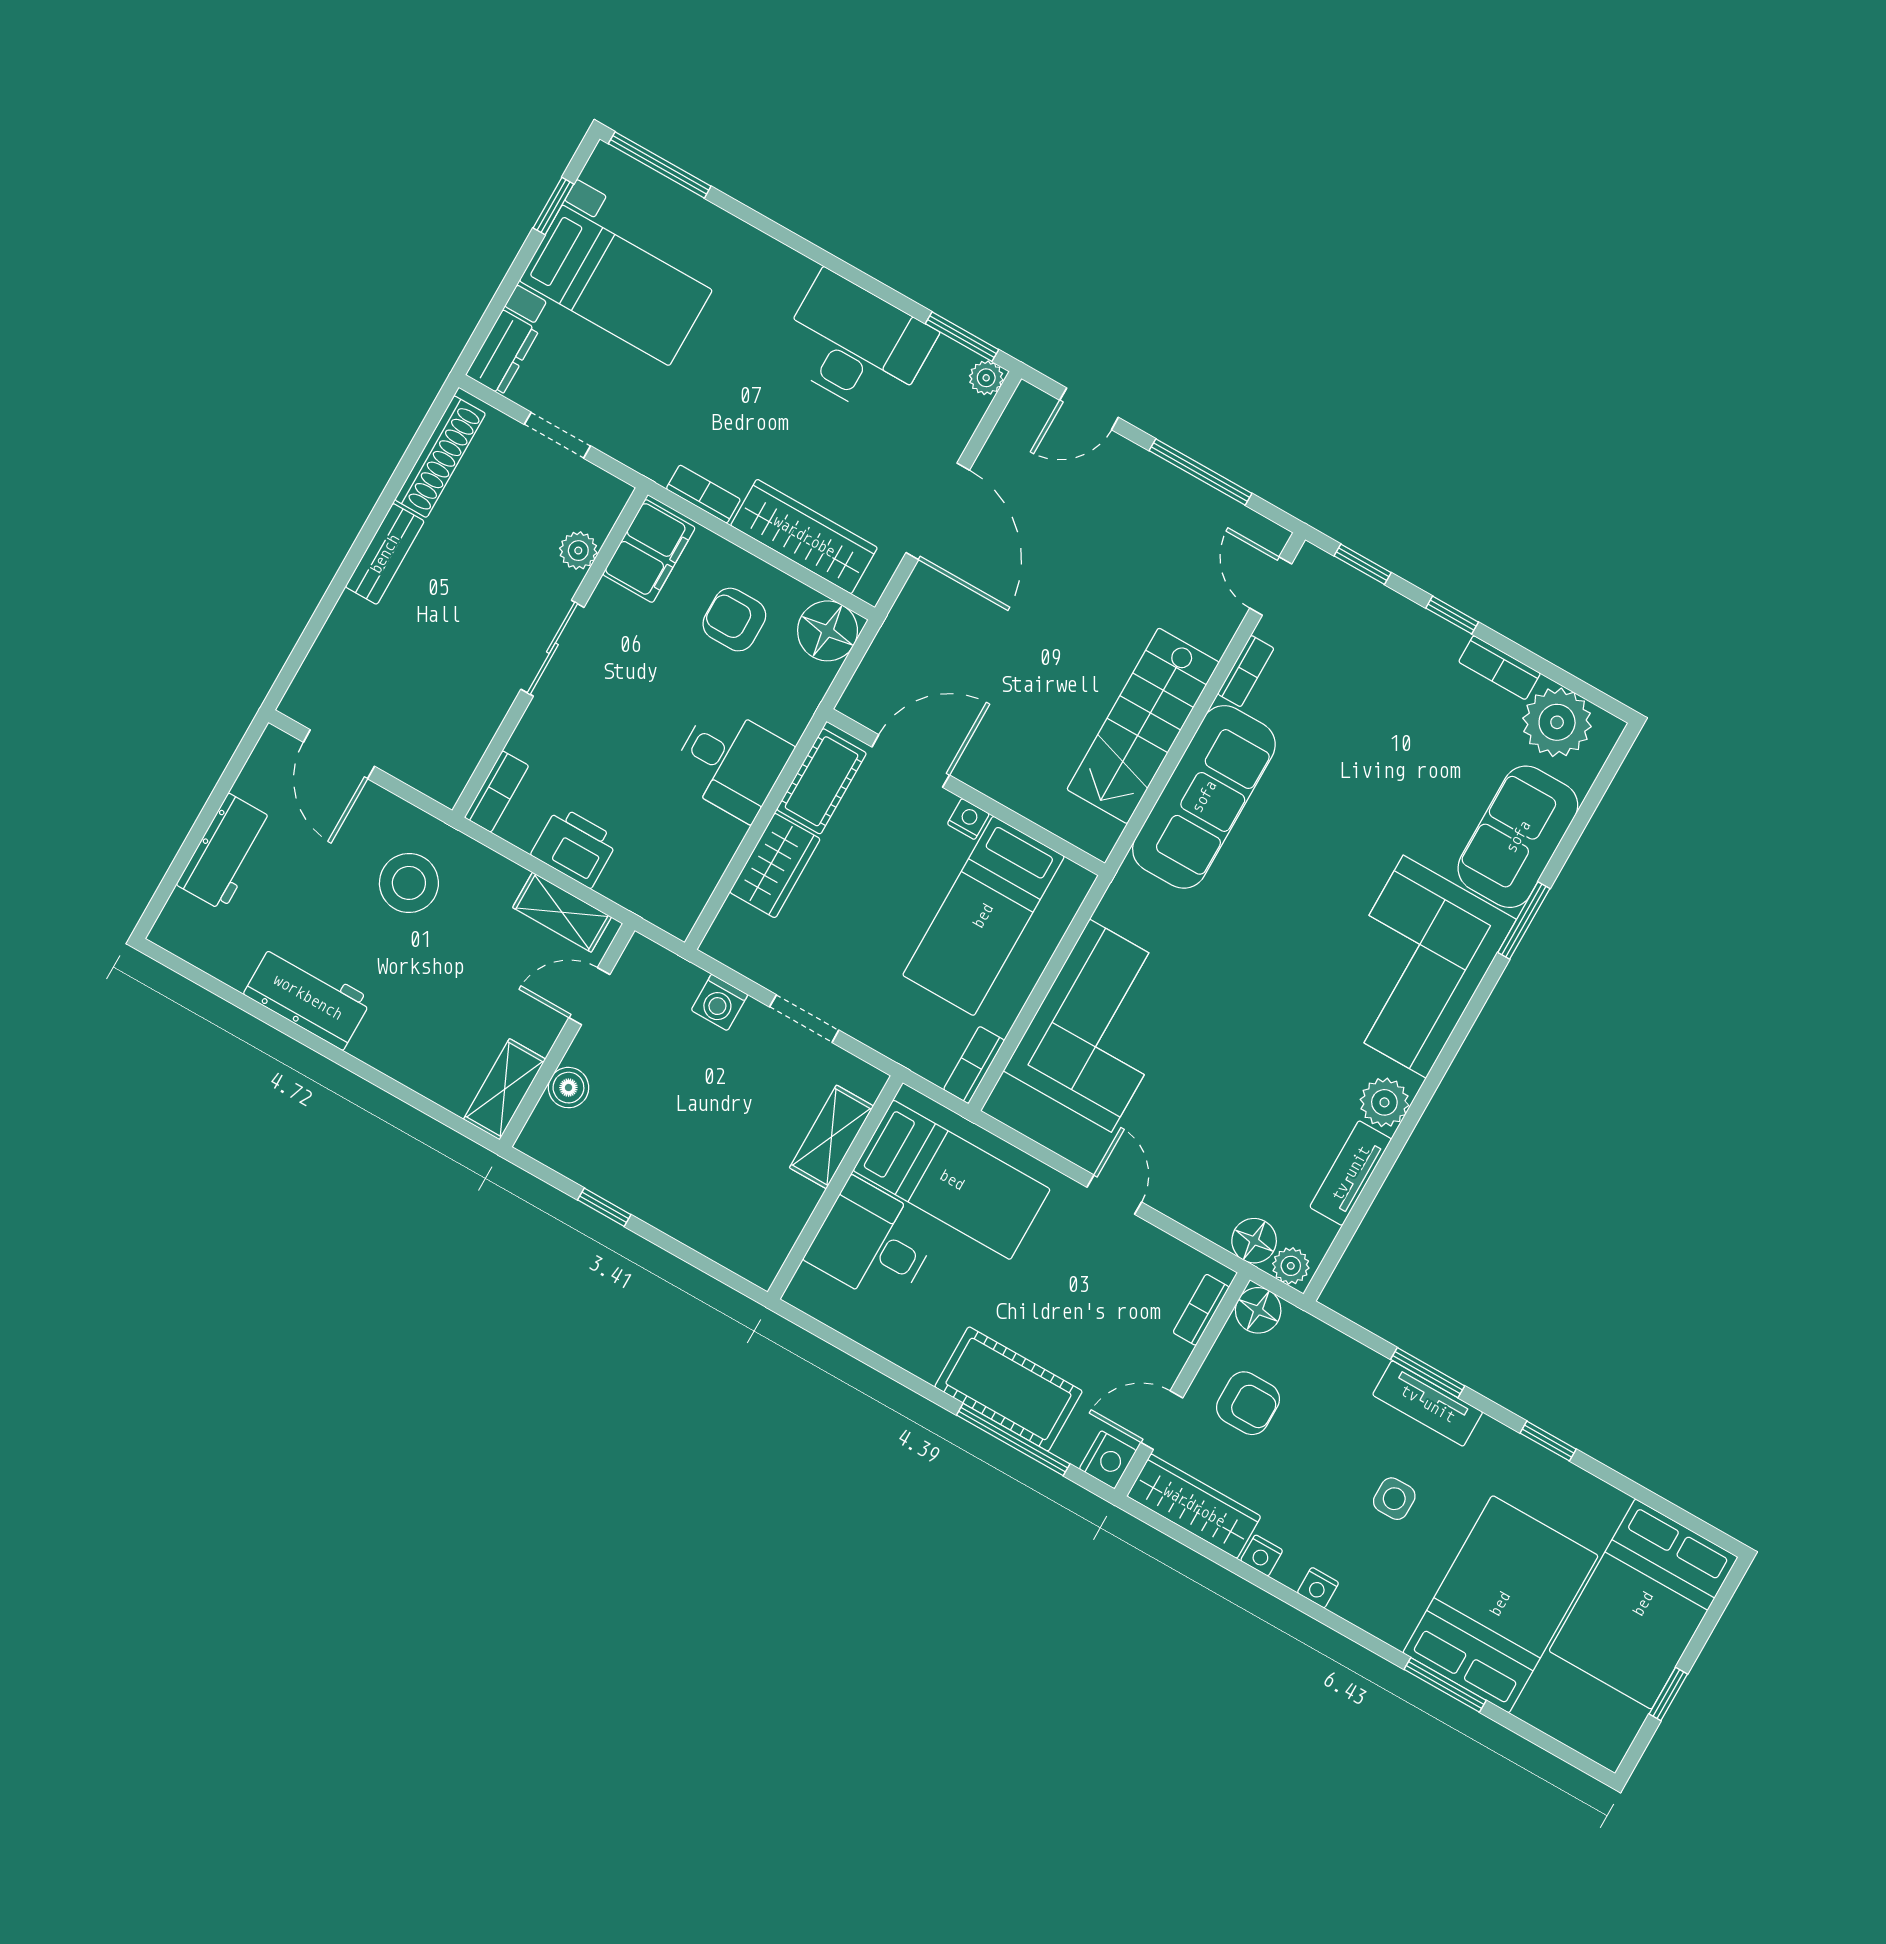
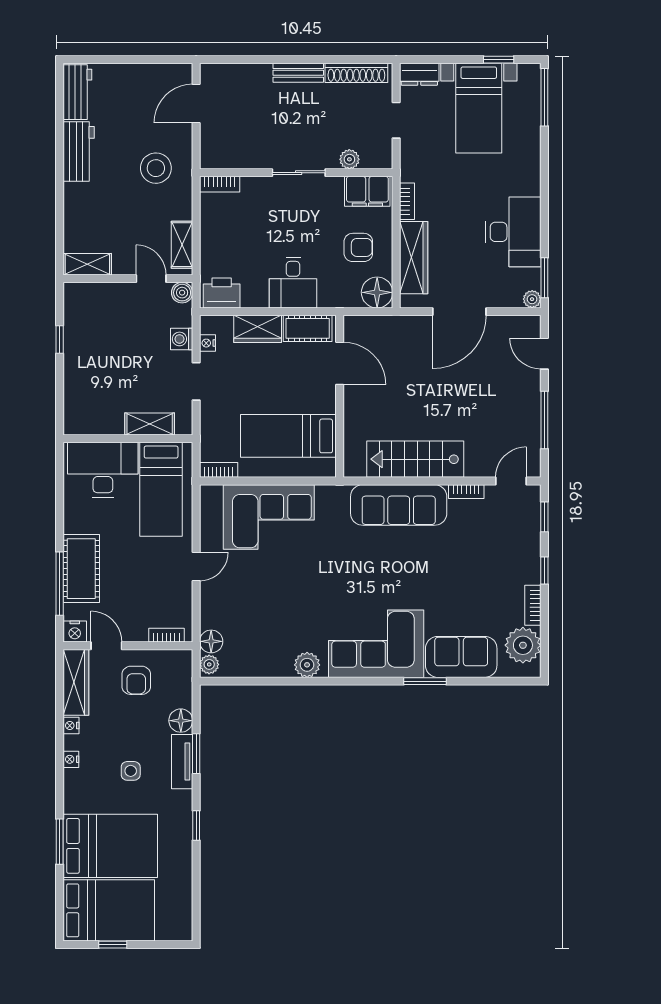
armchair: (734, 620) -> (358, 247), turned 90
nightstand: (968, 819) -> (207, 343), moved, turned 180
printer: (575, 847) -> (222, 293), moved, turned -90
workbench: (226, 852) -> (77, 92), moved, turned -90
boiler: (568, 1088) -> (182, 293), moved
tv unit: (1351, 1173) -> (266, 668), removed
desk: (873, 1243) -> (103, 470), width x1.37
floor lamp: (1258, 1310) -> (181, 721), moved
bed: (1643, 1604) -> (109, 910), moved, turned 180

